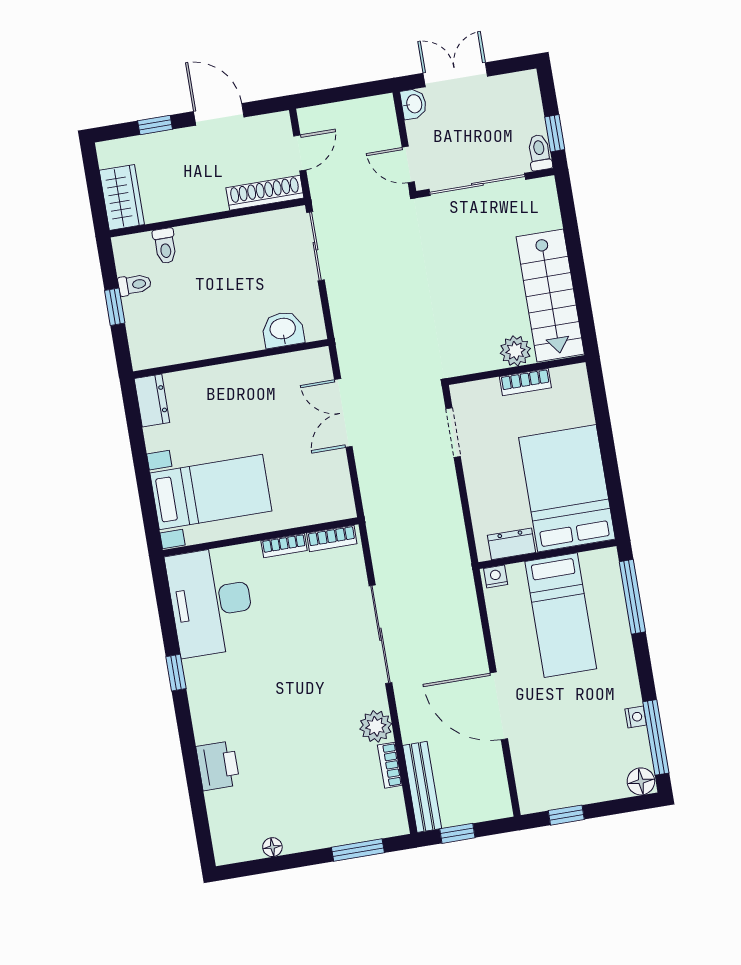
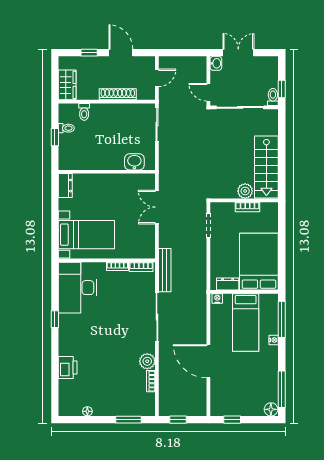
shoe rack: (265, 193) -> (118, 94), moved
nightstand: (636, 717) -> (274, 340), moved
bench: (422, 787) -> (165, 270), moved

